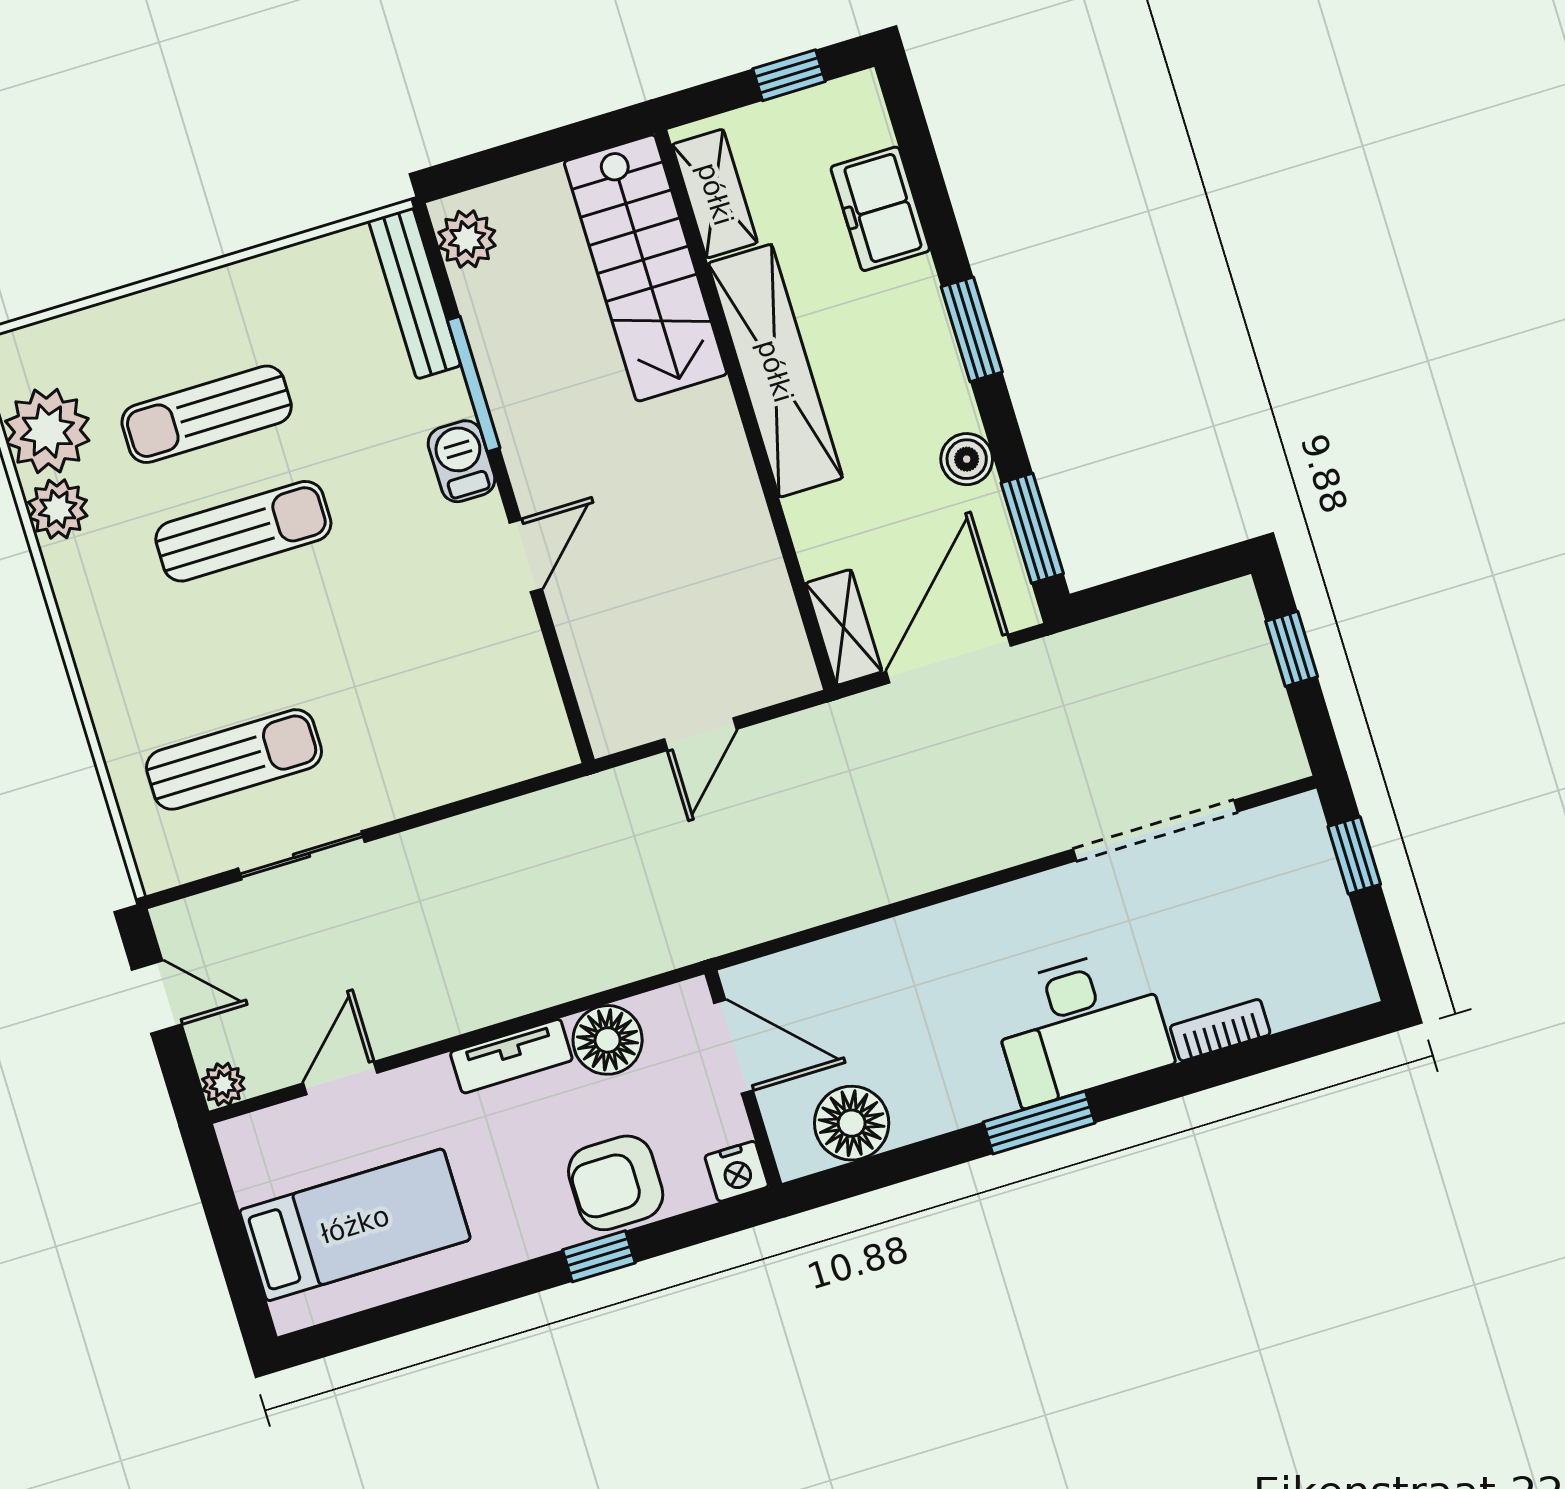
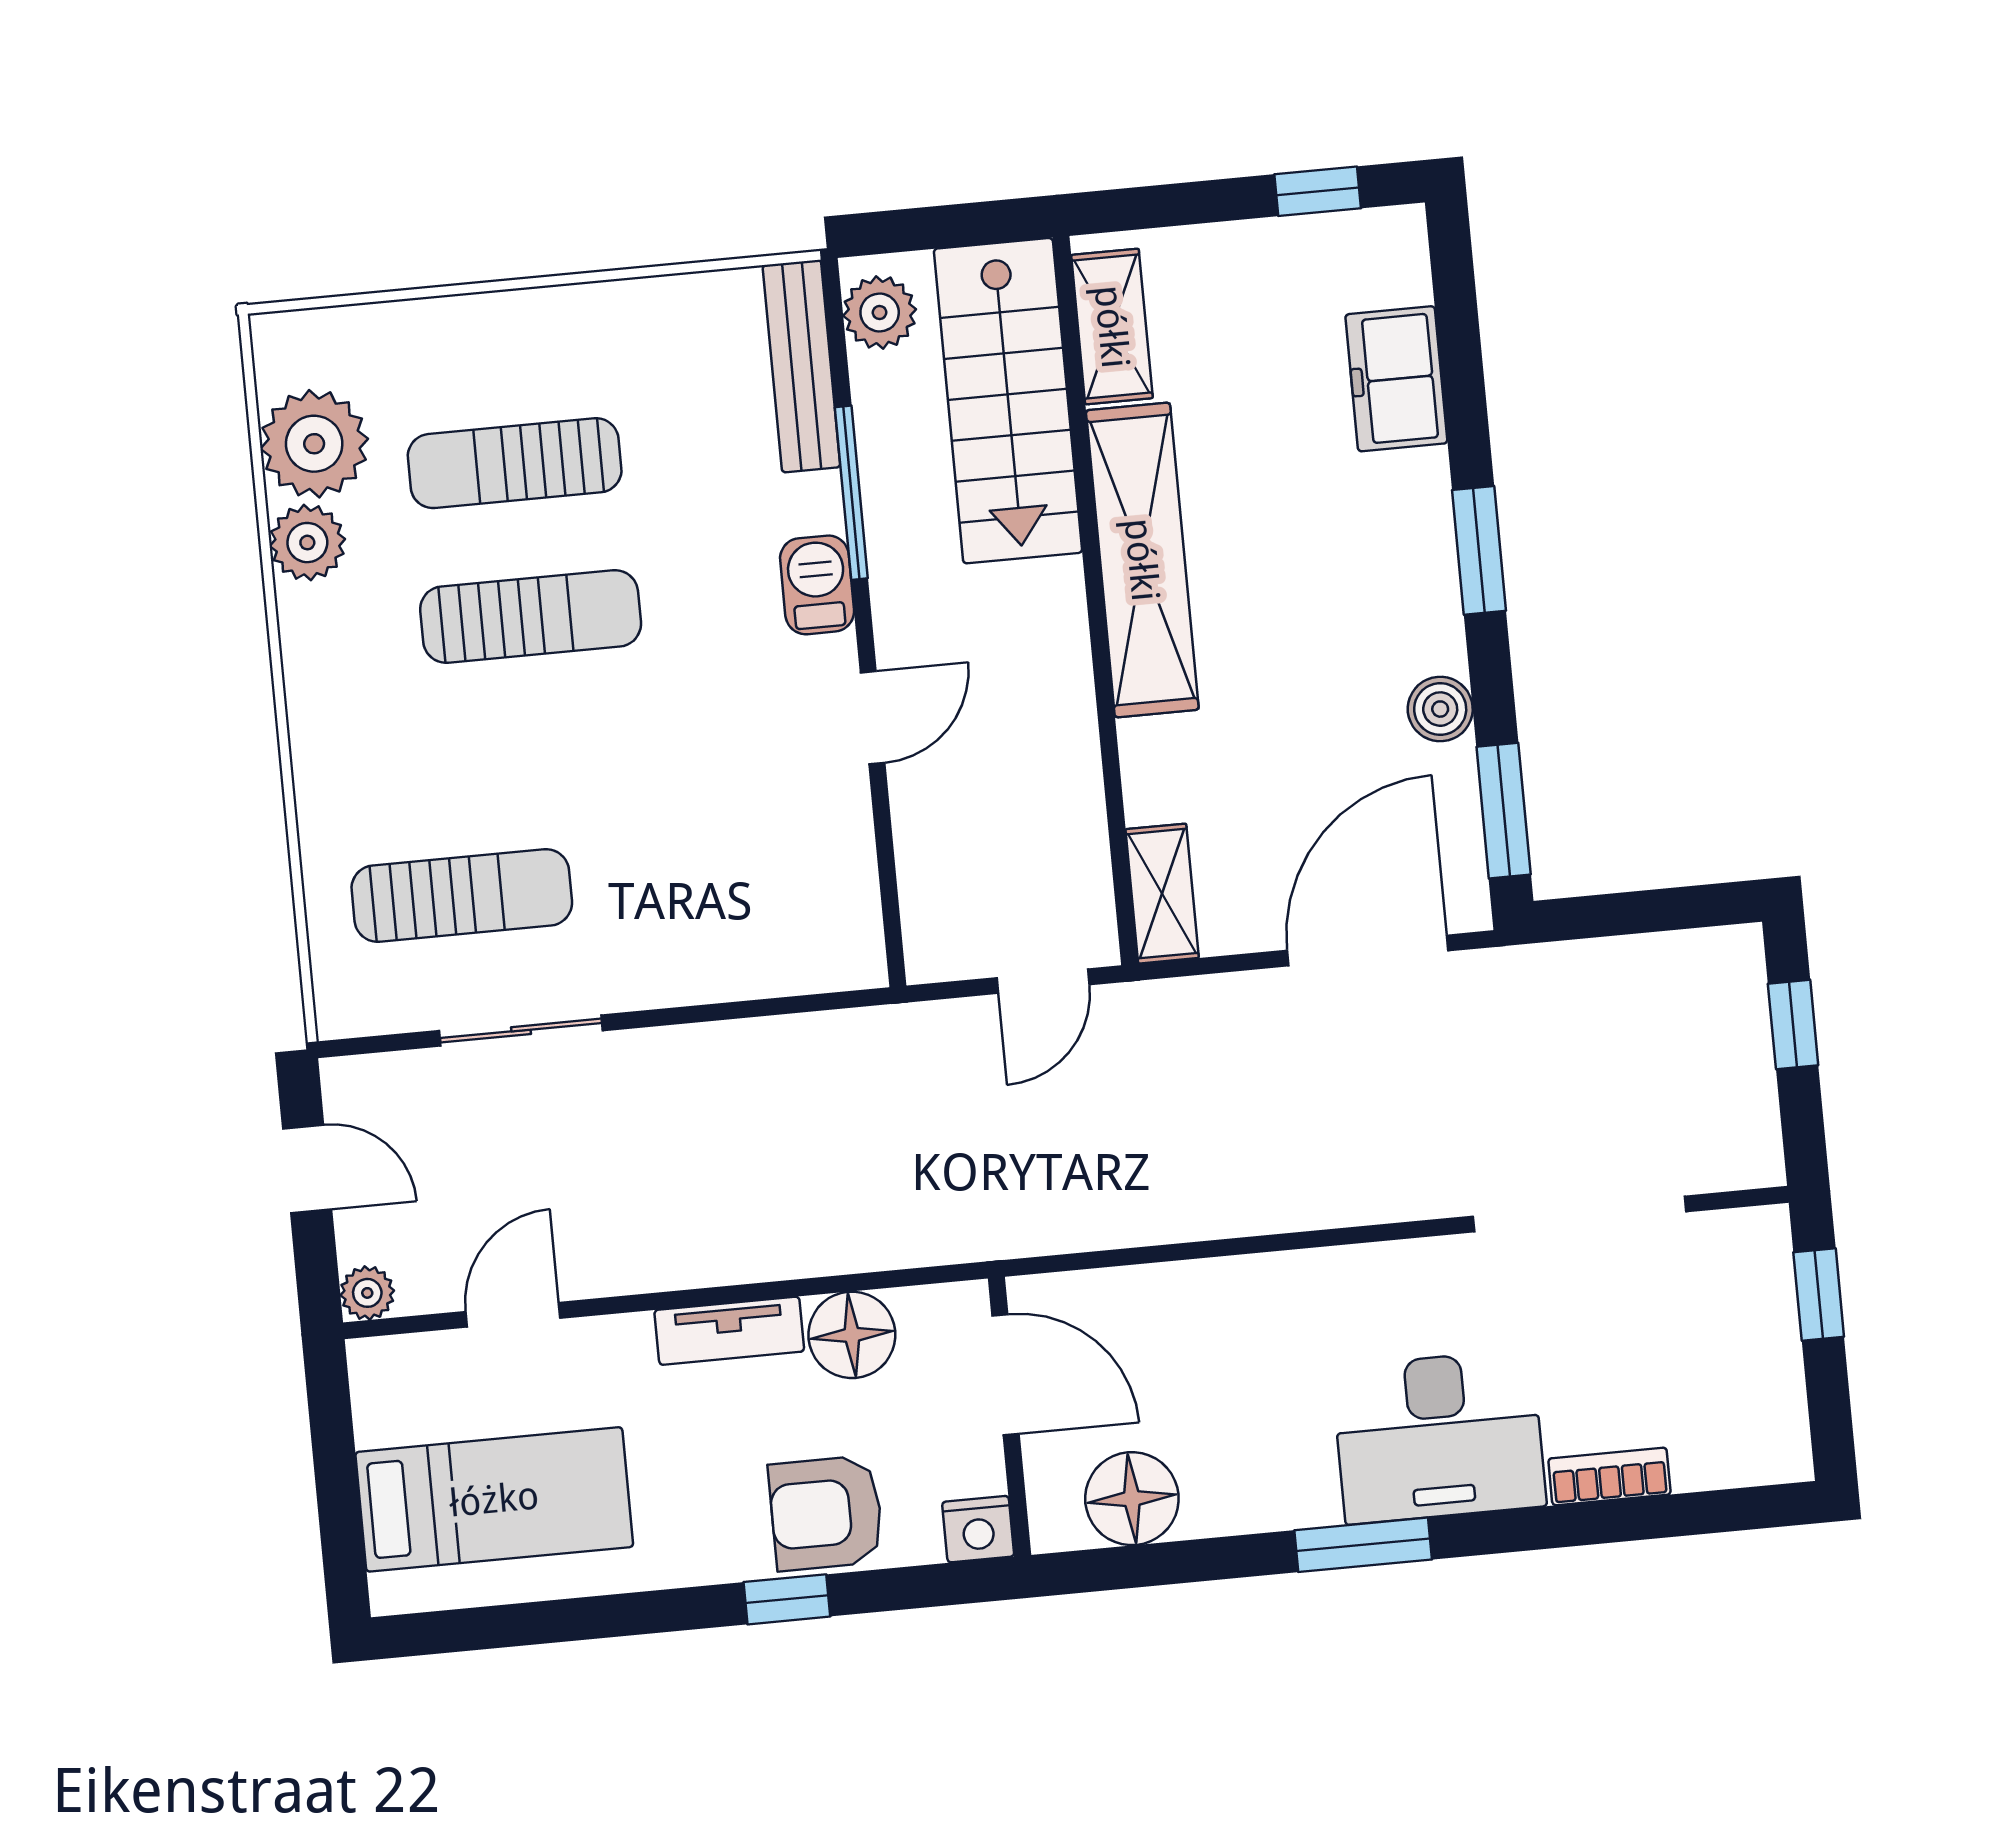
shelving: (715, 194) -> (1112, 327), moved
stairs: (645, 268) -> (1008, 401), moved
shelving: (775, 371) -> (1142, 560), moved
wall: (745, 410) -> (1095, 601), moved
shelving: (844, 627) -> (1162, 894), moved

